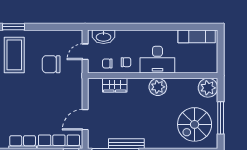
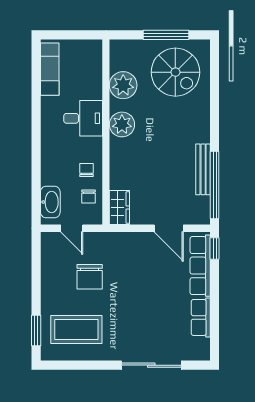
desk: (157, 60) -> (83, 118), width x0.73
wardrobe: (115, 85) -> (119, 208), moved
plant: (208, 88) -> (123, 85), moved

